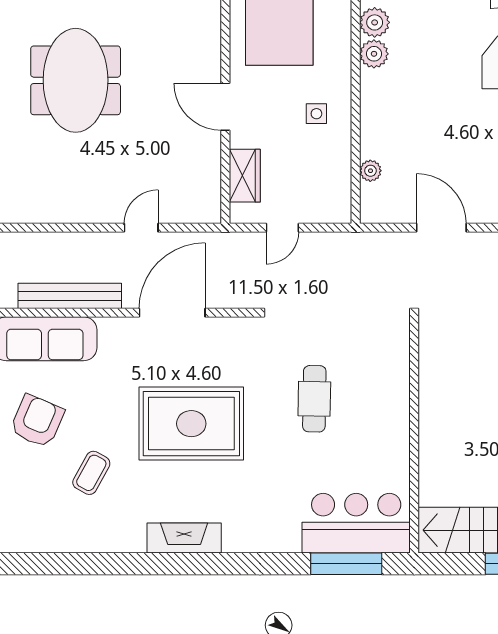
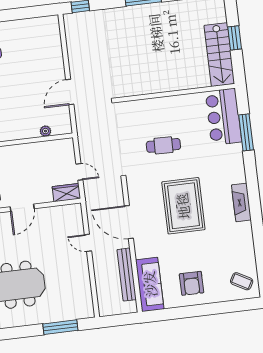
side table: (316, 114) -> (20, 162), removed
wardrobe: (245, 176) -> (66, 193), moved
armchair: (37, 421) -> (191, 283), turned -113
coffee table: (91, 473) -> (242, 281), moved
window: (346, 564) -> (246, 132), moved

